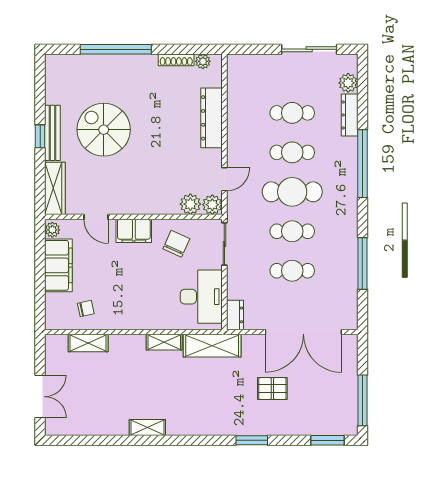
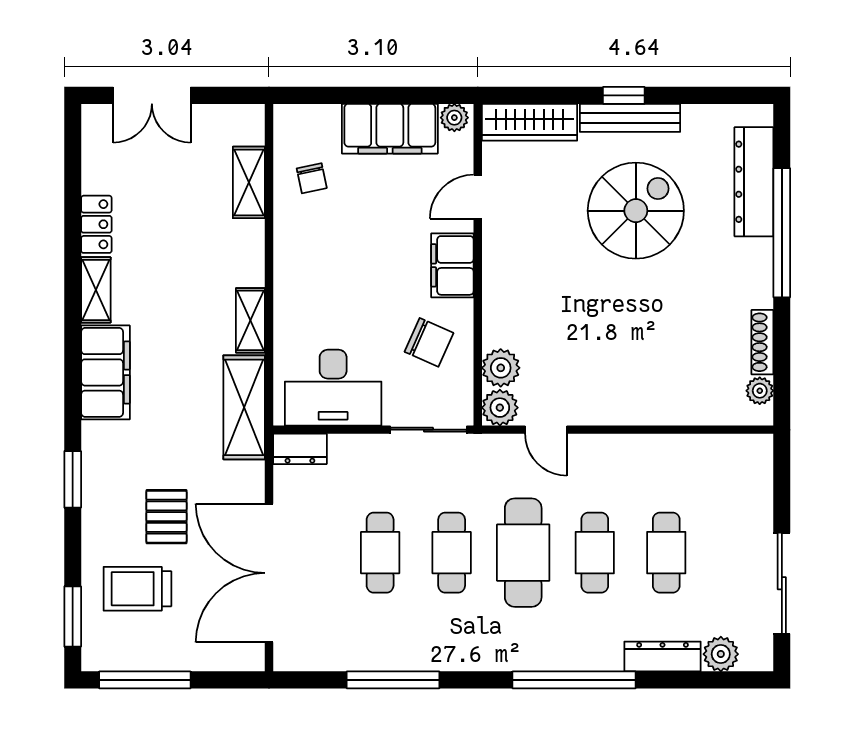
dresser: (211, 118) -> (754, 182), moved, turned -90
trolley: (312, 404) -> (137, 589), added
filing cabinet: (193, 422) -> (105, 372), added
locker: (111, 427) -> (96, 224), added

